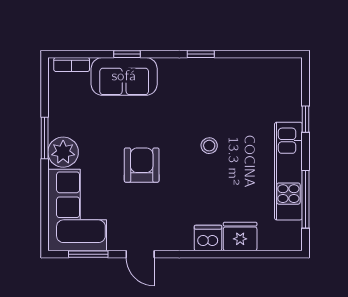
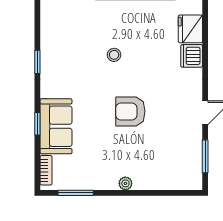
window: (45, 138) -> (76, 193), moved
plant: (63, 152) -> (125, 183), width x0.53, depth x0.53
corner sofa: (77, 210) -> (168, 166), removed

